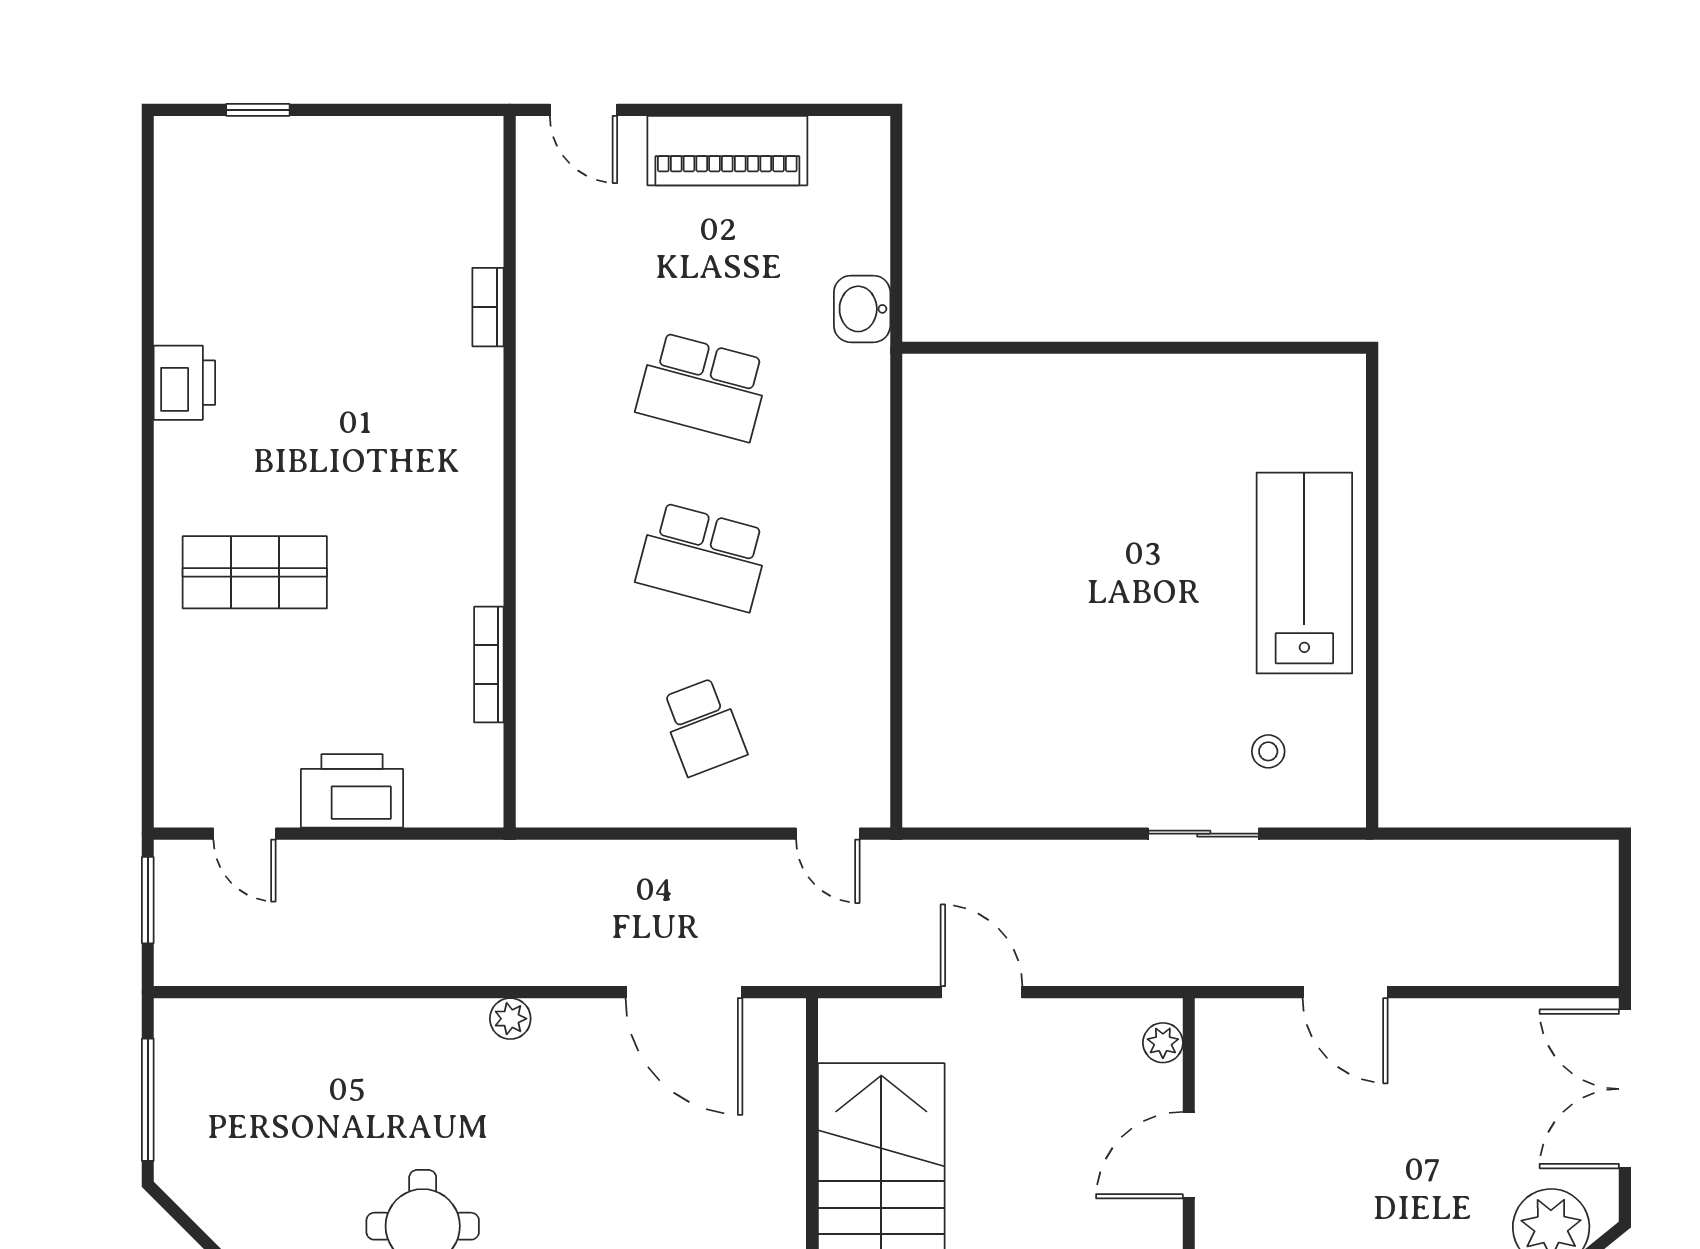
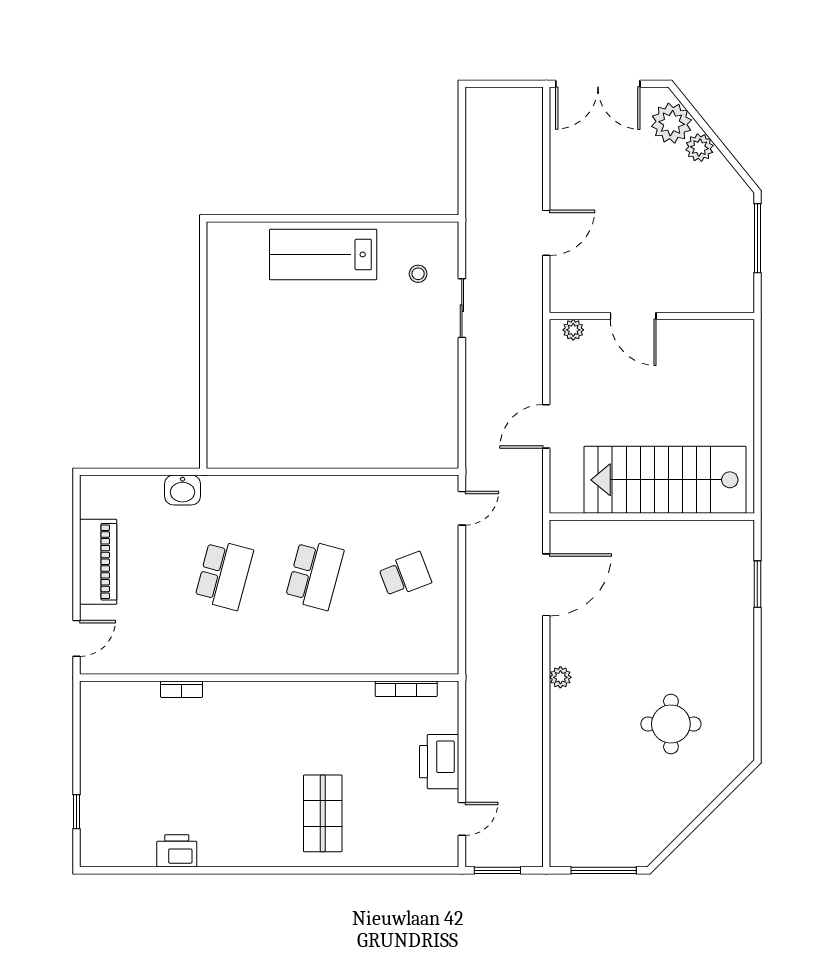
printer: (184, 383) -> (177, 851), moved
bookcase: (489, 665) -> (406, 689), moved

